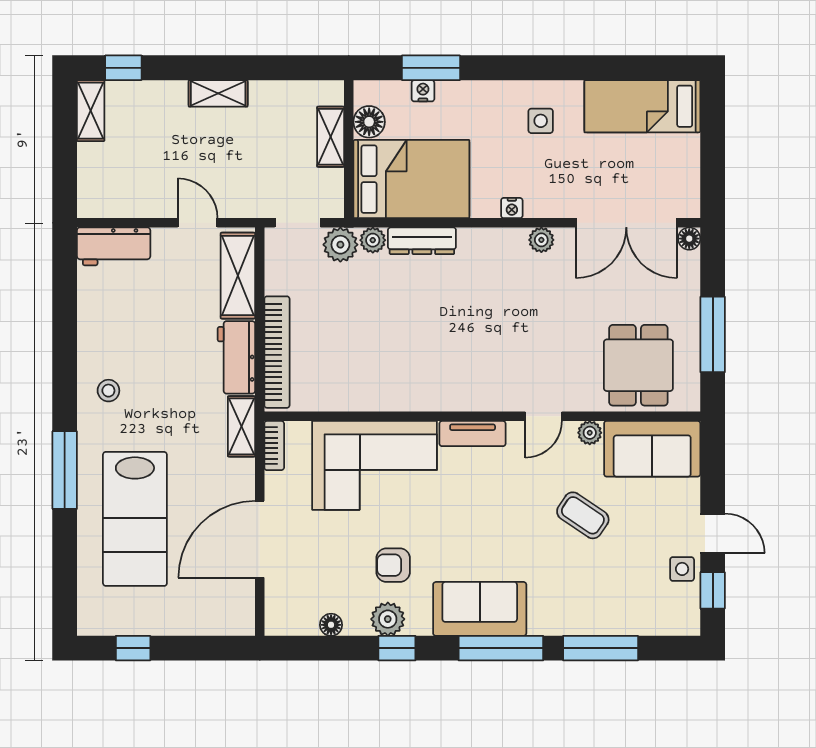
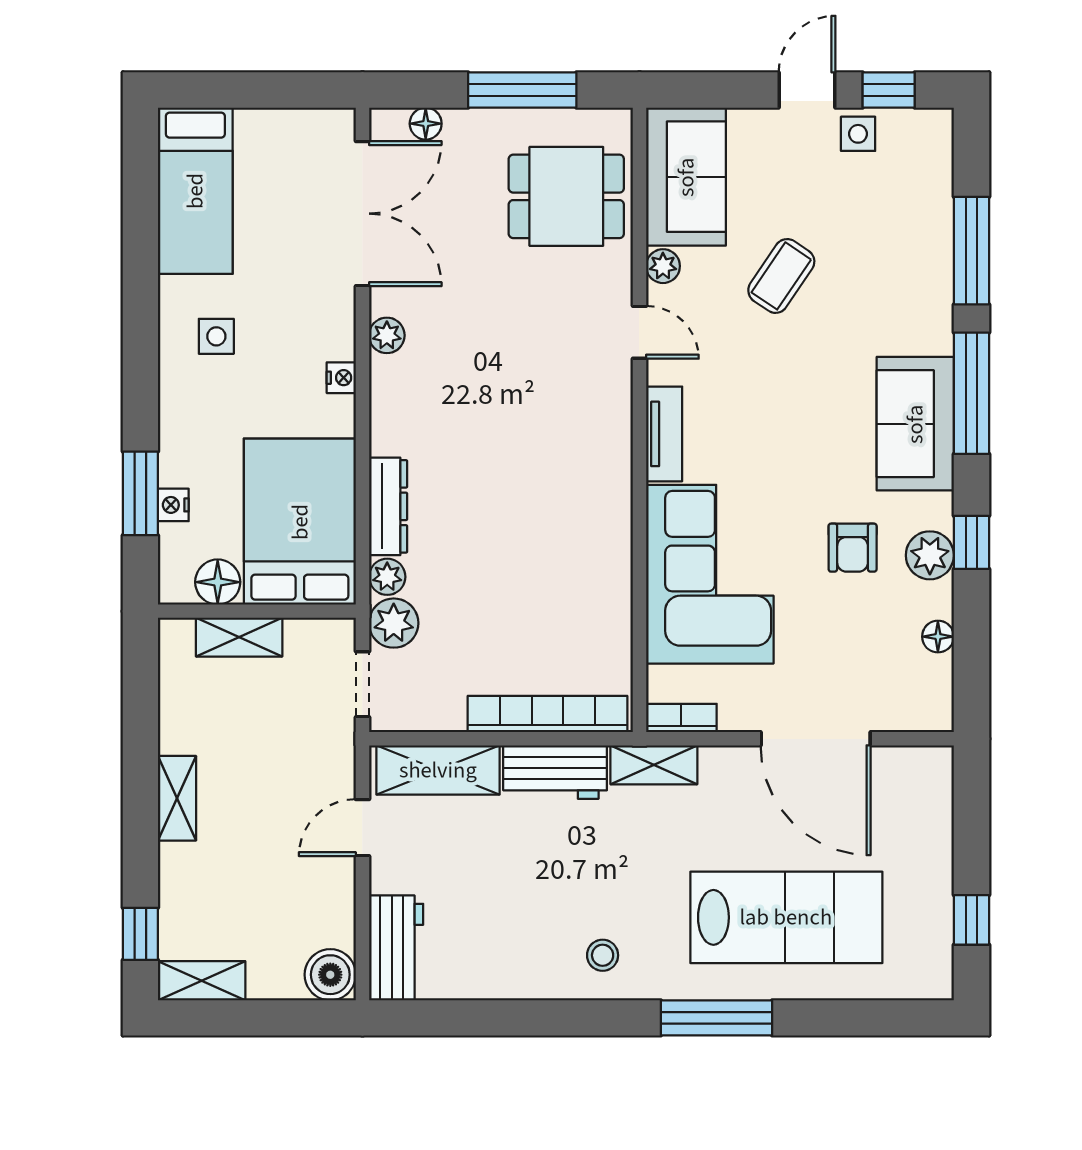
boiler: (95, 200) -> (330, 975), added
floor lamp: (689, 239) -> (426, 124), moved

